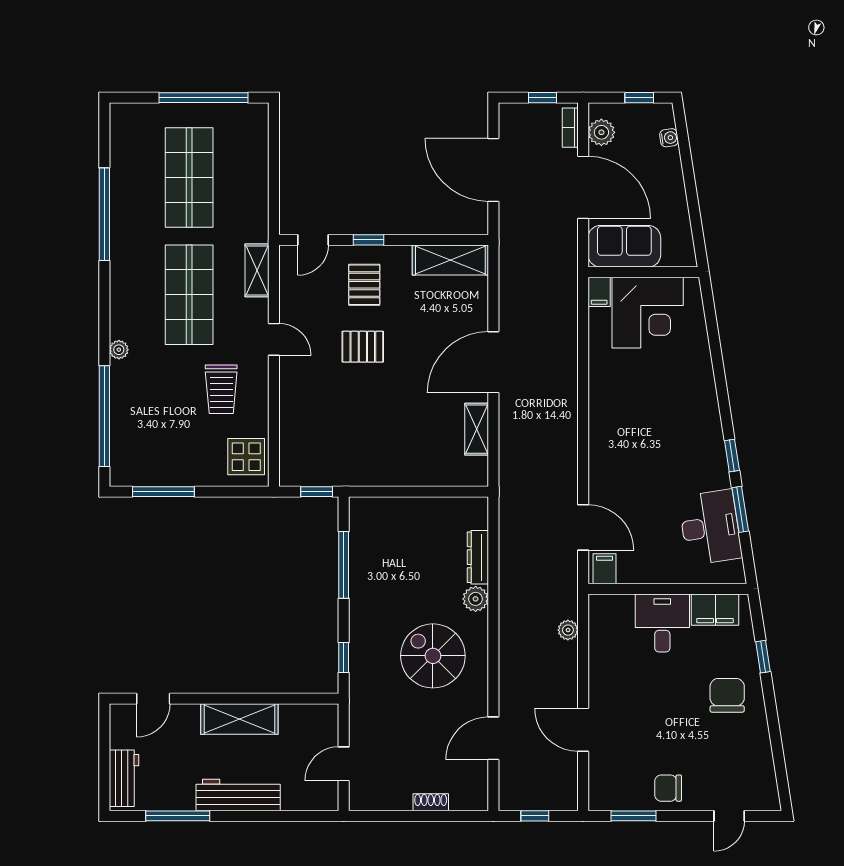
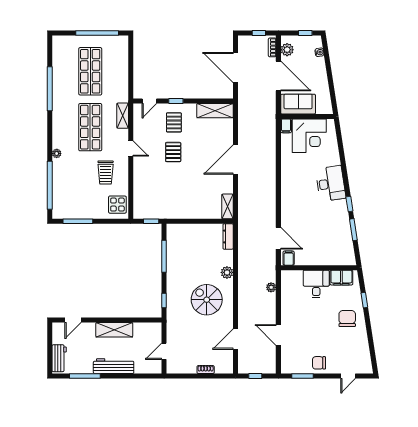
pallet: (363, 347) -> (173, 152), turned 90
shelving: (477, 429) -> (228, 206), moved
desk: (710, 527) -> (331, 184), moved
dresser: (478, 557) -> (228, 236), moved

